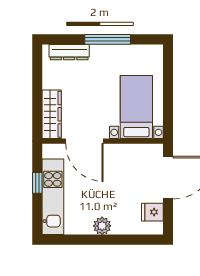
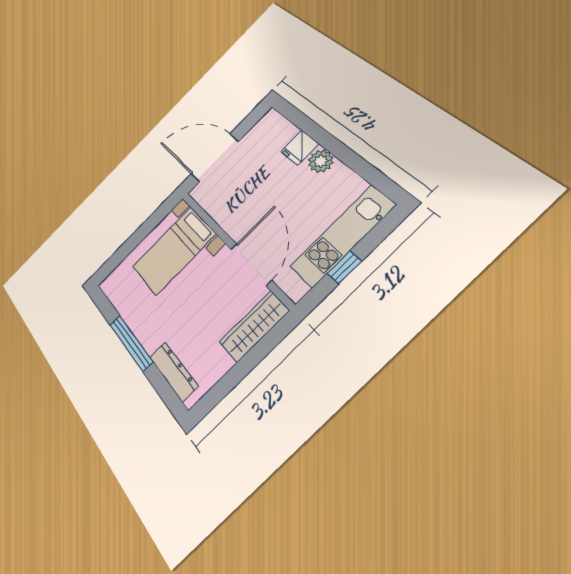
fridge: (152, 212) -> (300, 148), moved, turned 90

